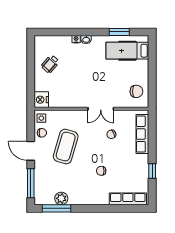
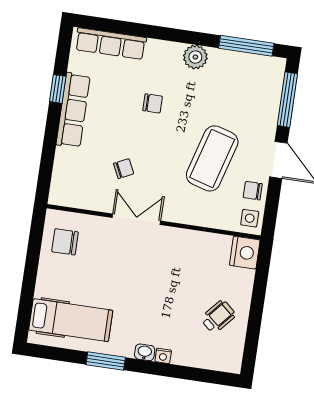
window: (119, 32) -> (106, 361), moved
row of seats: (142, 134) -> (73, 110), moved
plant: (61, 198) -> (195, 57), moved

